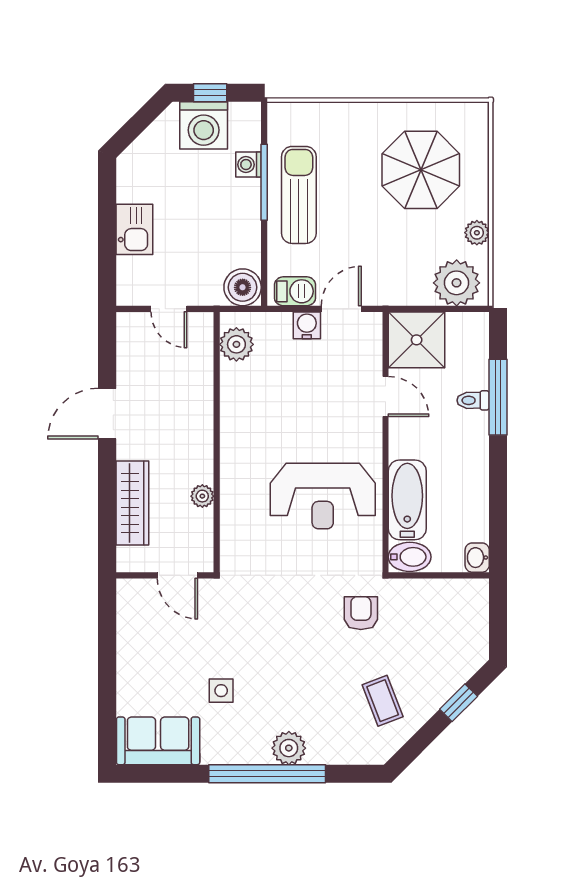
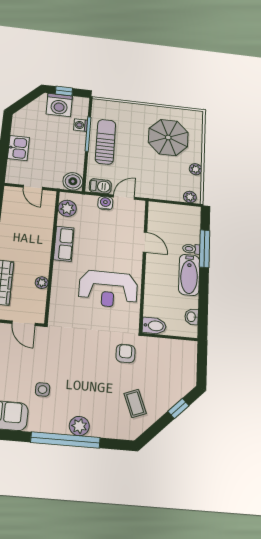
plant: (457, 283) -> (190, 197), width x0.53, depth x0.53
shower: (417, 340) -> (163, 216), removed
row of seats: (236, 416) -> (64, 244), added
bathtub: (407, 500) -> (189, 275), moved, turned 180
washbasin: (477, 558) -> (192, 317), moved

